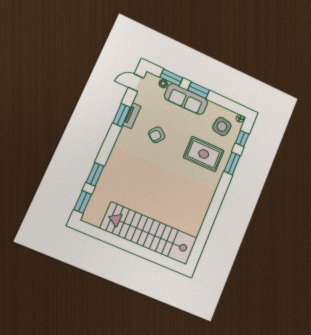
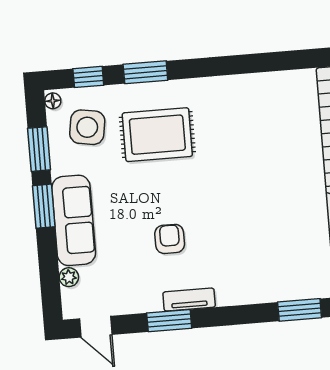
window: (171, 77) -> (39, 149), moved
tv unit: (132, 116) -> (189, 300), moved
armchair: (157, 135) -> (170, 239), turned -128
rug: (204, 154) -> (157, 135), turned 90

